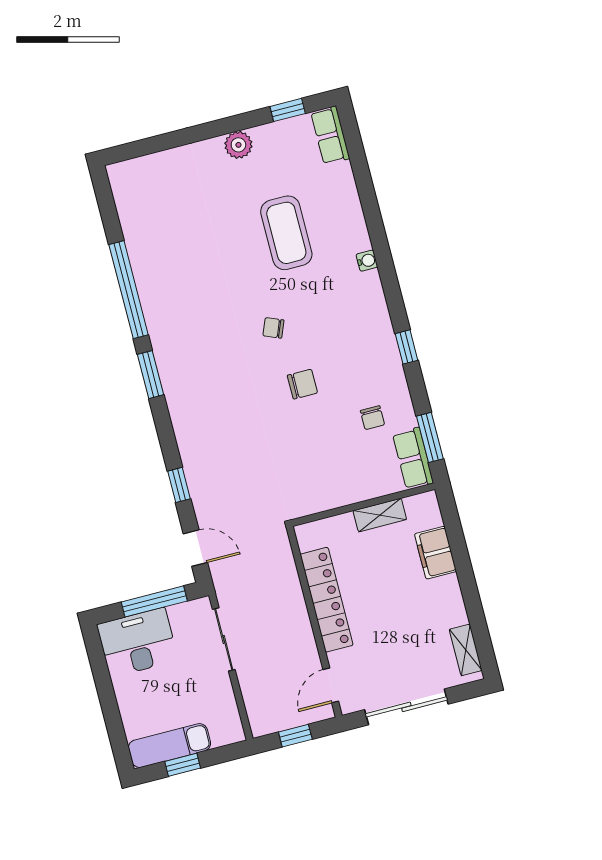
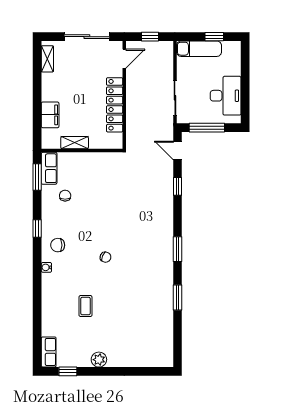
coffee table: (286, 233) -> (85, 306), width x0.54, depth x0.58
water cooler: (367, 261) -> (46, 267), moved
window: (129, 290) -> (177, 297), width x0.47
chair: (302, 384) -> (58, 245), moved
desk: (137, 642) -> (226, 96), moved, turned -90
exam couch: (169, 746) -> (199, 49), moved

